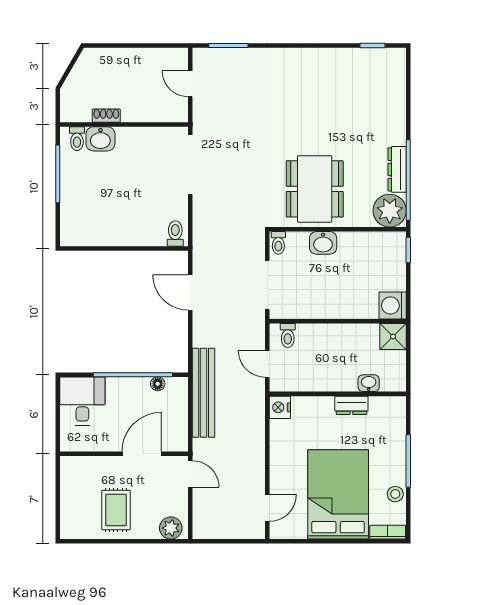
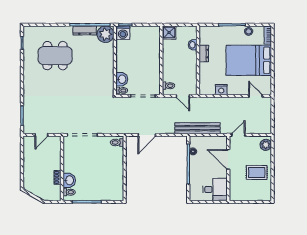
dining table: (315, 189) -> (55, 56), moved
washbasin: (323, 243) -> (122, 79), moved
washing machine: (393, 305) -> (123, 33), moved
door: (267, 364) -> (183, 96), hinge flipped
desk: (82, 401) -> (215, 189), moved, turned 180
nightstand: (280, 407) -> (221, 90), moved

